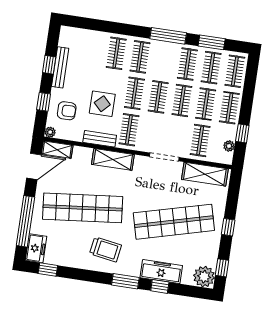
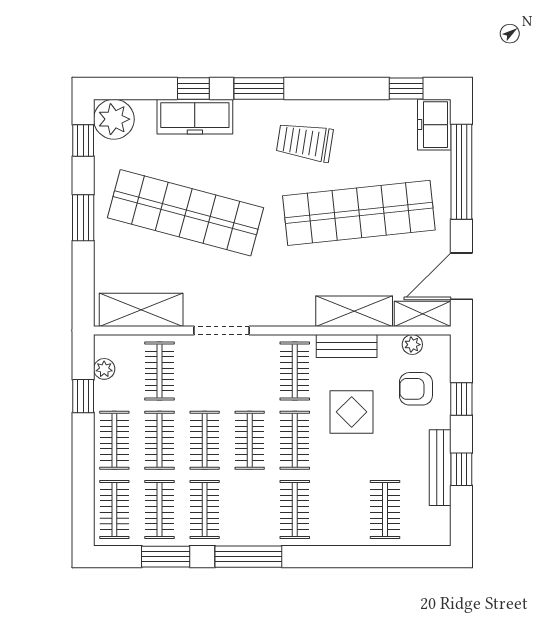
clothes rail: (116, 53) -> (385, 510), moved
plant: (50, 132) -> (412, 345), moved
shelving: (113, 159) -> (354, 311), moved
shop shelf: (174, 222) -> (186, 213), turned 30
window: (228, 227) -> (83, 218), width x1.50

